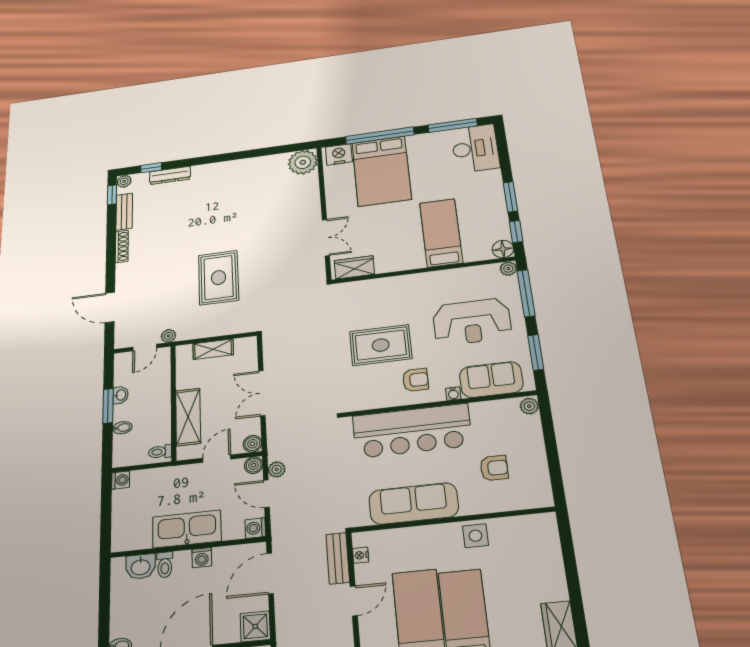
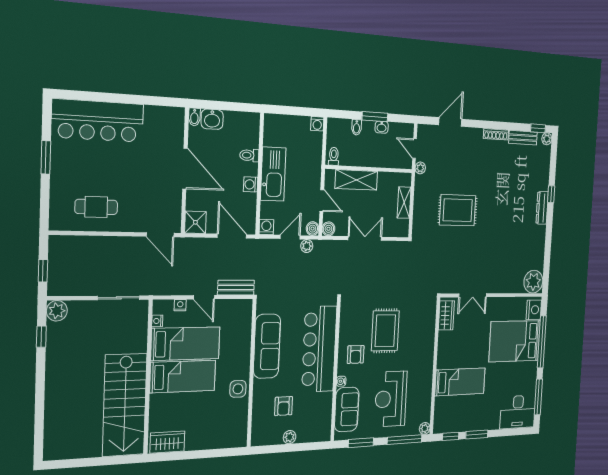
window: (151, 168) -> (551, 194), moved
dresser: (170, 175) -> (542, 208), moved
floor lamp: (503, 249) -> (440, 426), removed
plant: (529, 406) -> (290, 437), moved
nightstand: (361, 555) -> (180, 305), moved
washbasin: (141, 567) -> (212, 119), moved, turned -90

